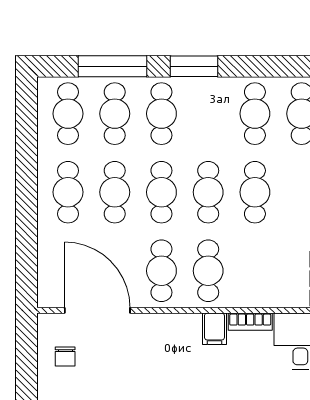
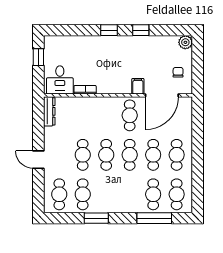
window: (194, 66) -> (96, 218), moved
cafe table: (161, 114) -> (130, 194), removed
cafe table: (208, 271) -> (106, 115), removed
door: (97, 310) -> (162, 95), hinge flipped
filing cabinet: (214, 329) -> (138, 86), moved

